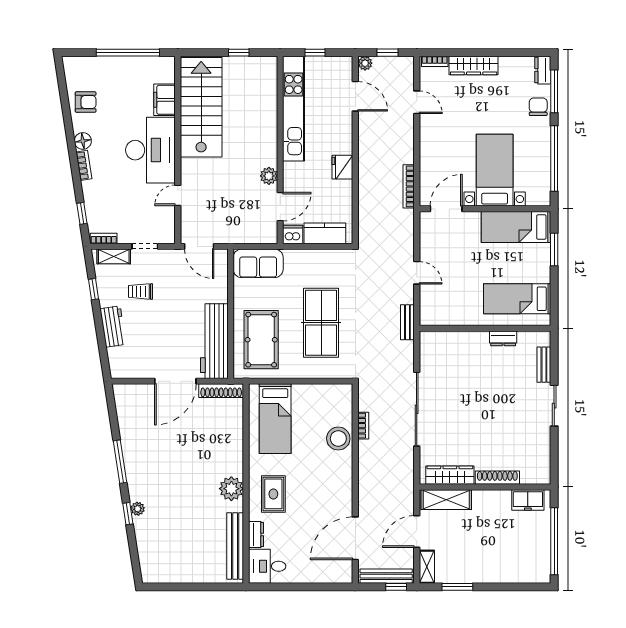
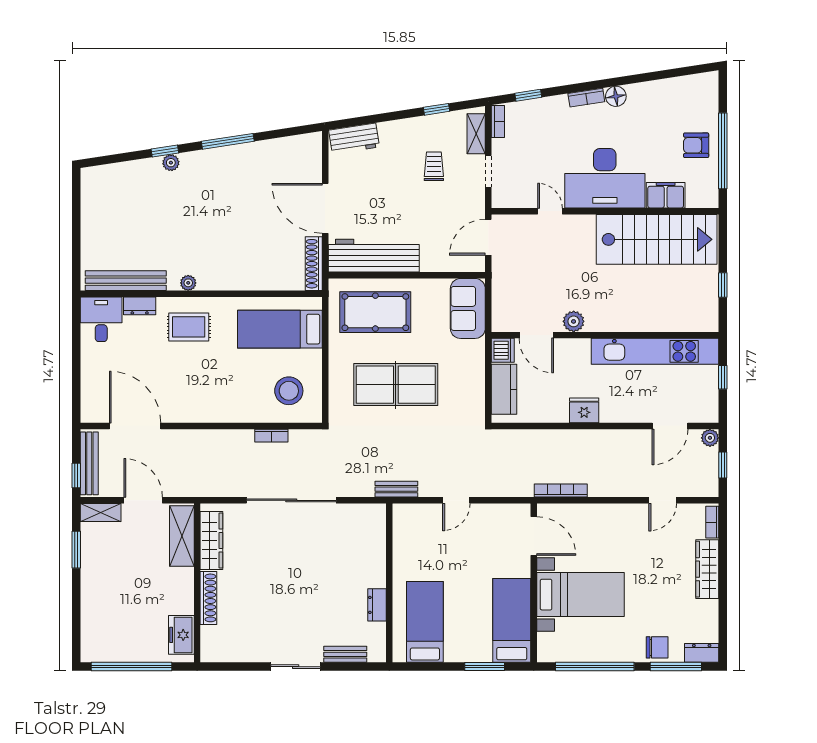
armchair: (86, 102) -> (696, 145), moved, turned 90
workbench: (113, 327) -> (354, 139), moved
stool: (338, 439) -> (289, 391), moved
plant: (231, 489) -> (188, 283), width x0.53, depth x0.53

